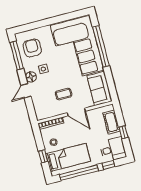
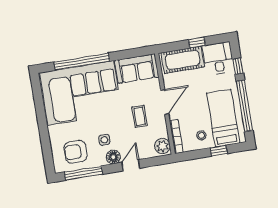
door: (26, 91) -> (131, 165), swing flipped
plant: (43, 113) -> (162, 146), added
cot: (111, 122) -> (183, 60), width x1.37, depth x1.34

